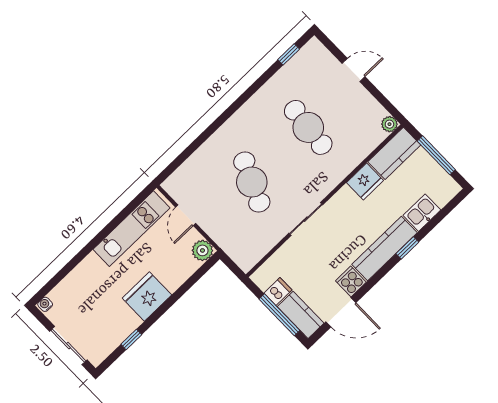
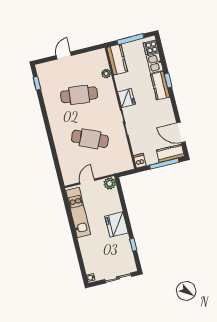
plant: (389, 124) -> (106, 74), moved
fridge: (365, 181) -> (127, 98), moved
door: (186, 215) -> (87, 182), swing flipped
kitchen counter: (384, 249) -> (160, 86), width x0.67
cooker: (351, 281) -> (151, 47), moved
dishwasher: (278, 292) -> (140, 161), moved
door: (341, 312) -> (181, 132), swing flipped

